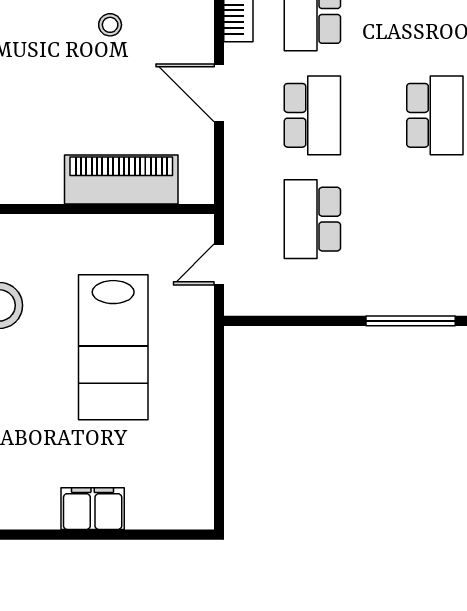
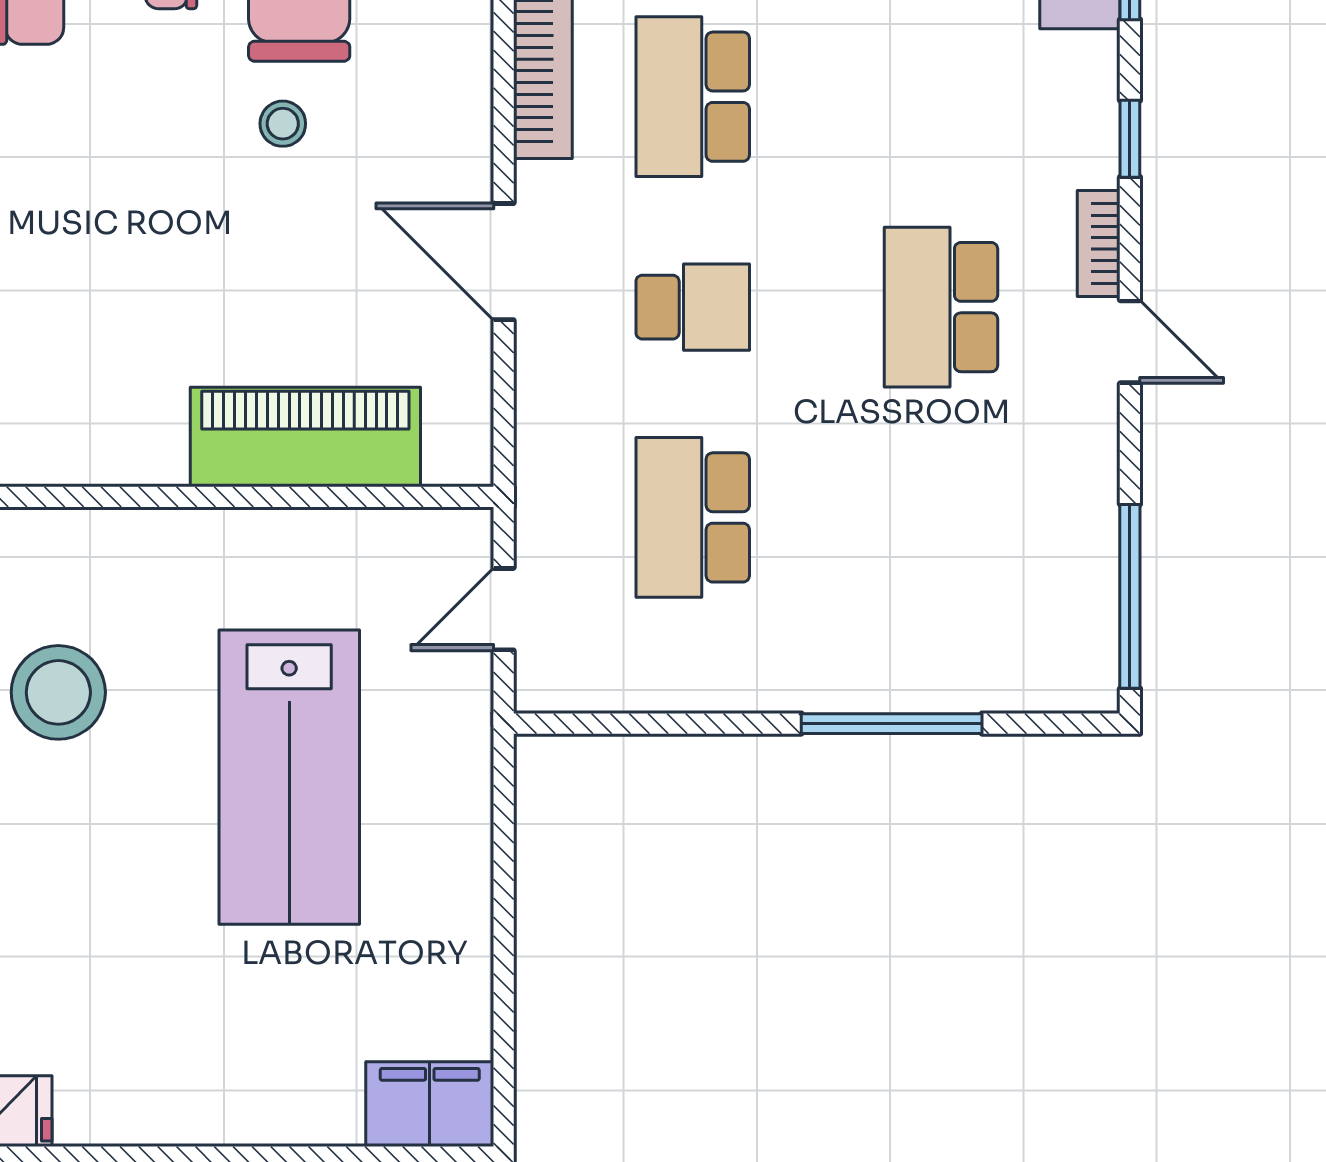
school desk: (312, 115) -> (693, 307), width x0.54
school desk: (435, 115) -> (941, 307), turned 180
filing cabinet: (93, 509) -> (430, 1104), moved

